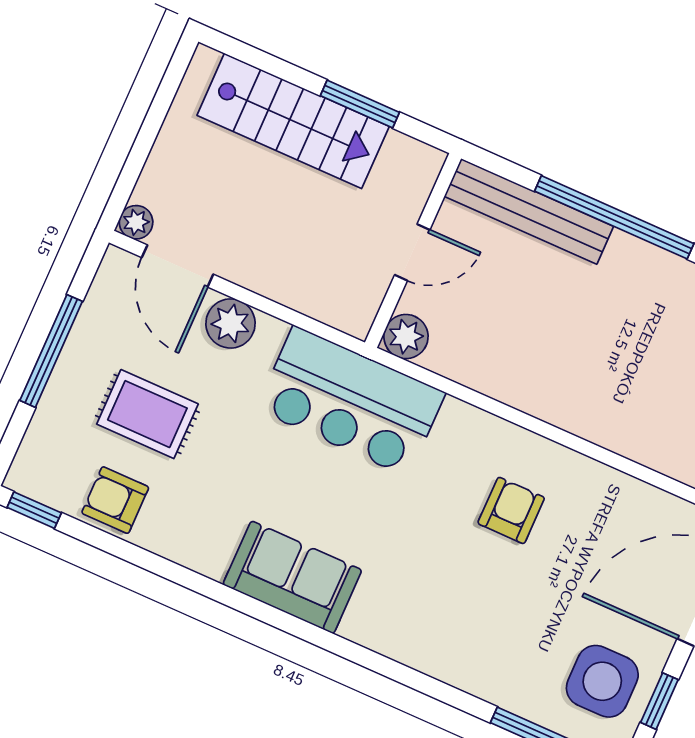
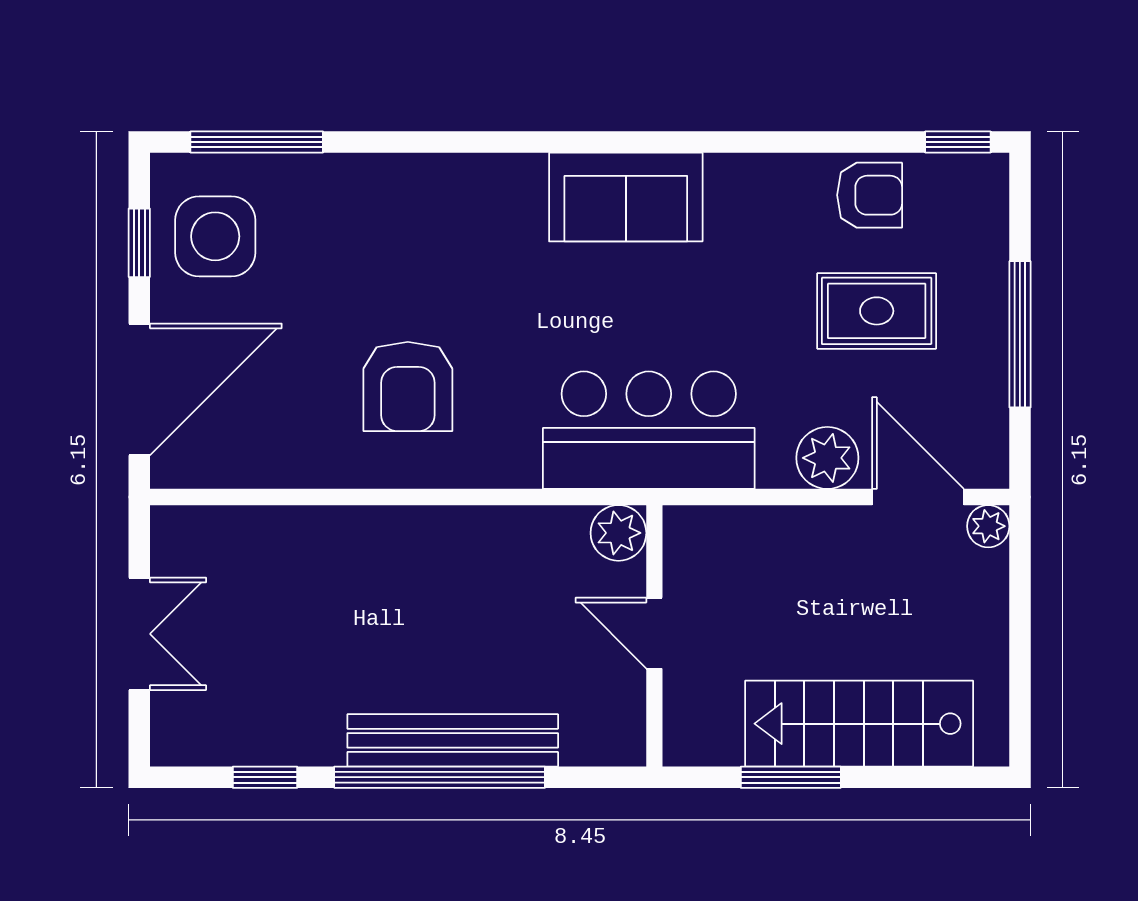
bench: (529, 211) -> (453, 740), moved
door: (412, 252) -> (654, 633), hinge flipped
armchair: (511, 510) -> (408, 386), width x1.38, depth x1.38

